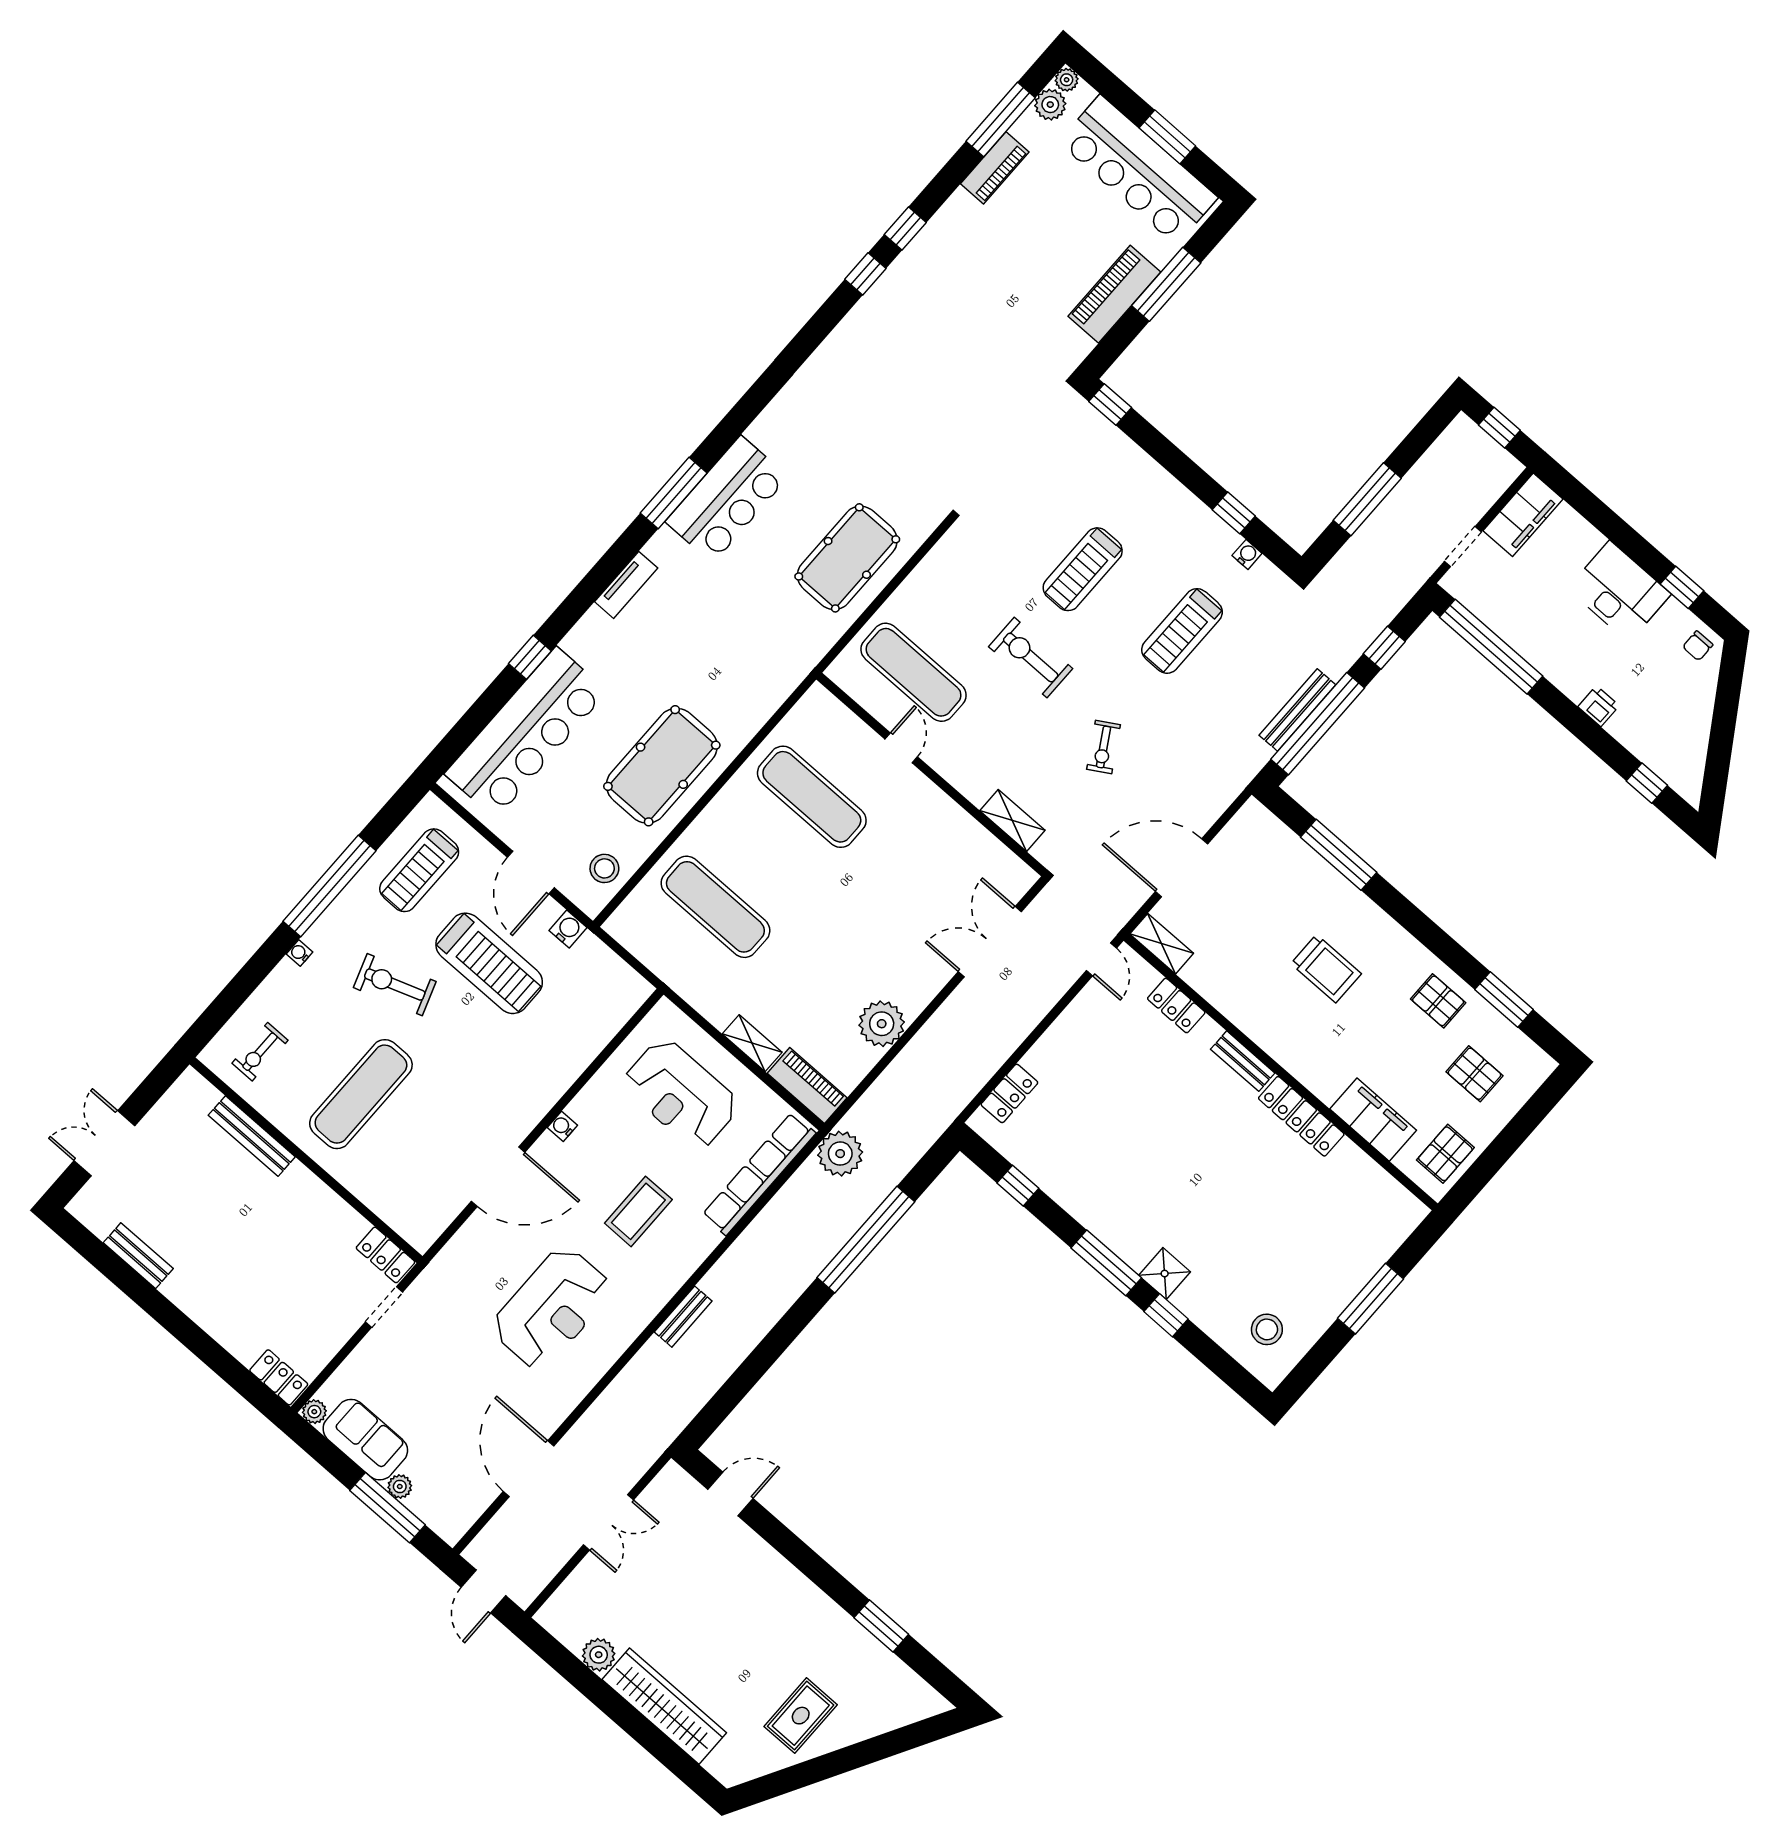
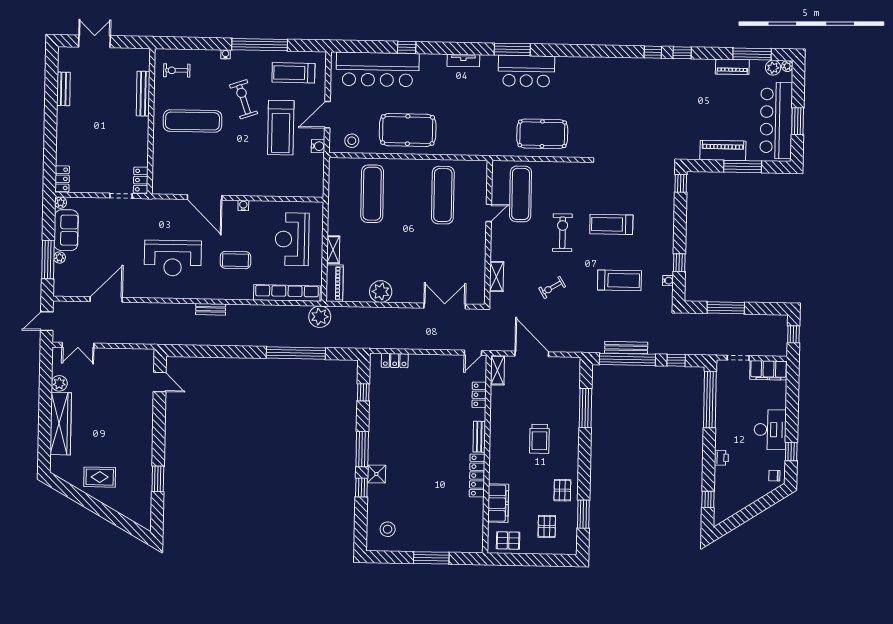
treadmill: (1182, 631) -> (619, 280), turned 180
double door: (609, 1522) -> (78, 345), moved

